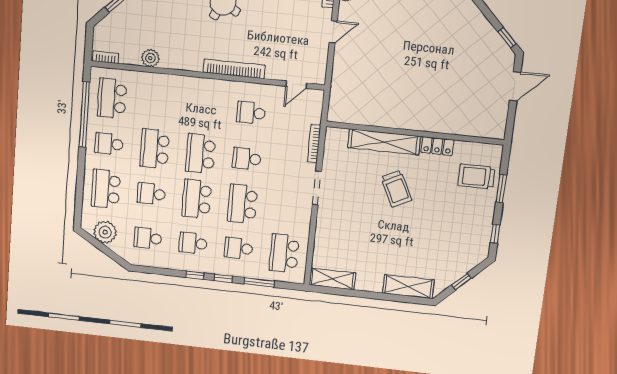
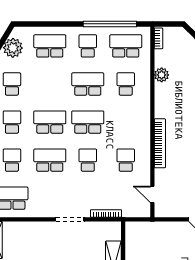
school desk: (151, 194) -> (126, 84), moved

